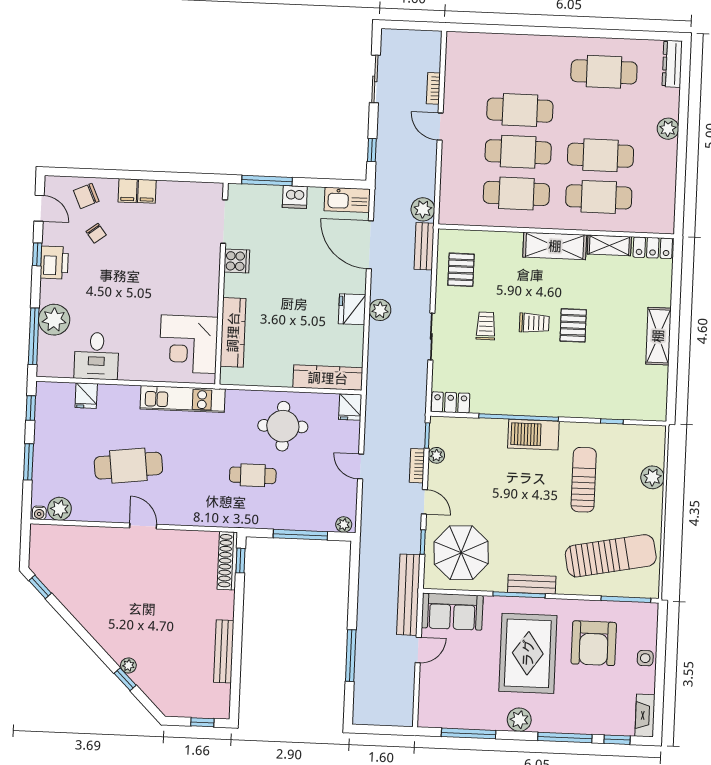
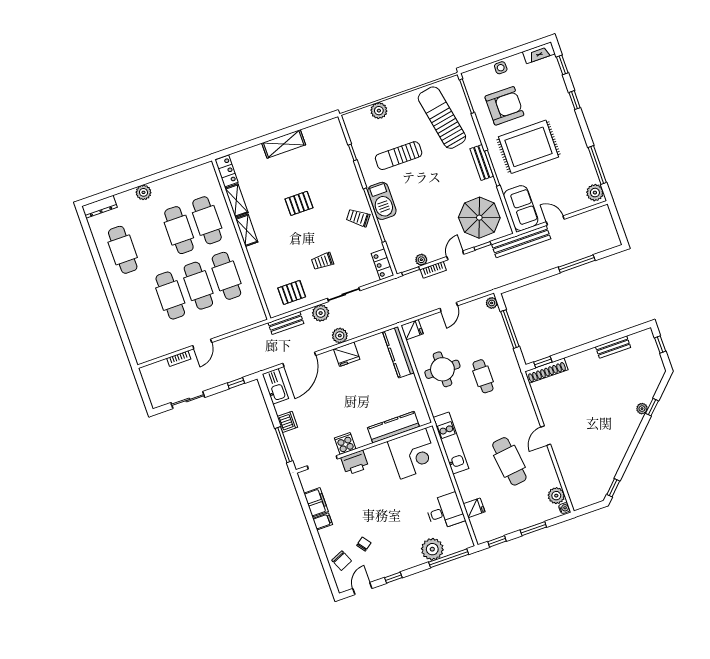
filing cabinet: (128, 191) -> (316, 502), moved, width x2.00
plant: (423, 209) -> (321, 313), moved
shelving: (555, 246) -> (247, 230), width x0.67, depth x0.75
printer: (54, 263) -> (355, 463), moved, turned 180
trolley: (534, 323) -> (358, 218), moved, turned -53
bench: (224, 651) -> (613, 347), width x0.73
plant: (519, 720) -> (595, 193), moved
window: (565, 737) -> (575, 100), width x0.46

